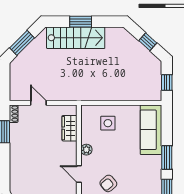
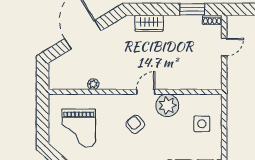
wardrobe: (70, 128) -> (149, 23), moved, turned 180
plant: (86, 150) -> (167, 105), width x1.88, depth x1.88

